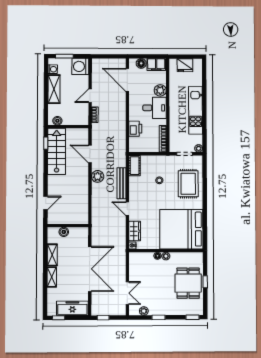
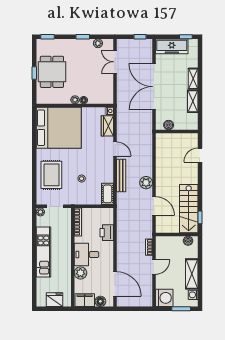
boiler: (64, 232) -> (169, 125), moved

